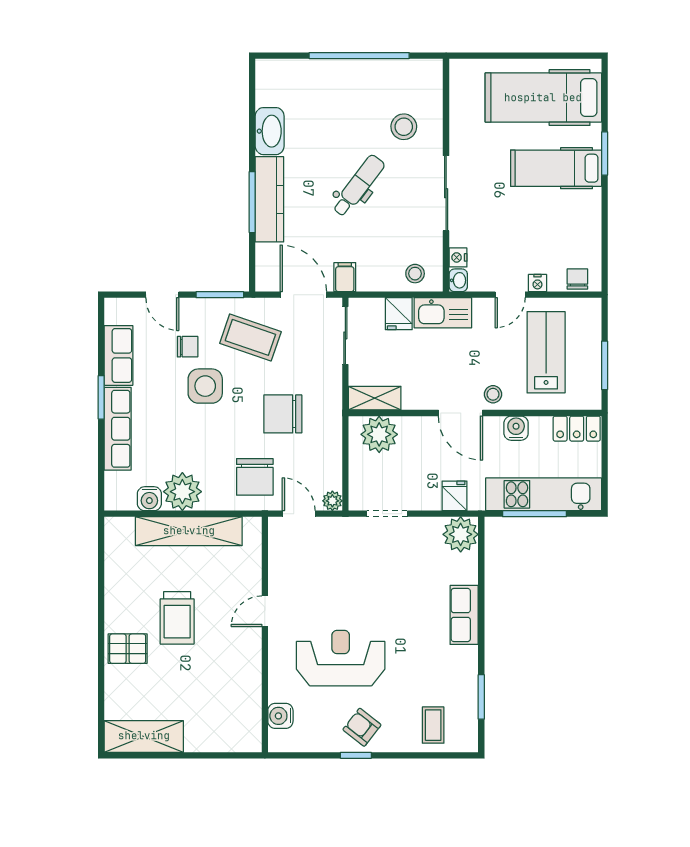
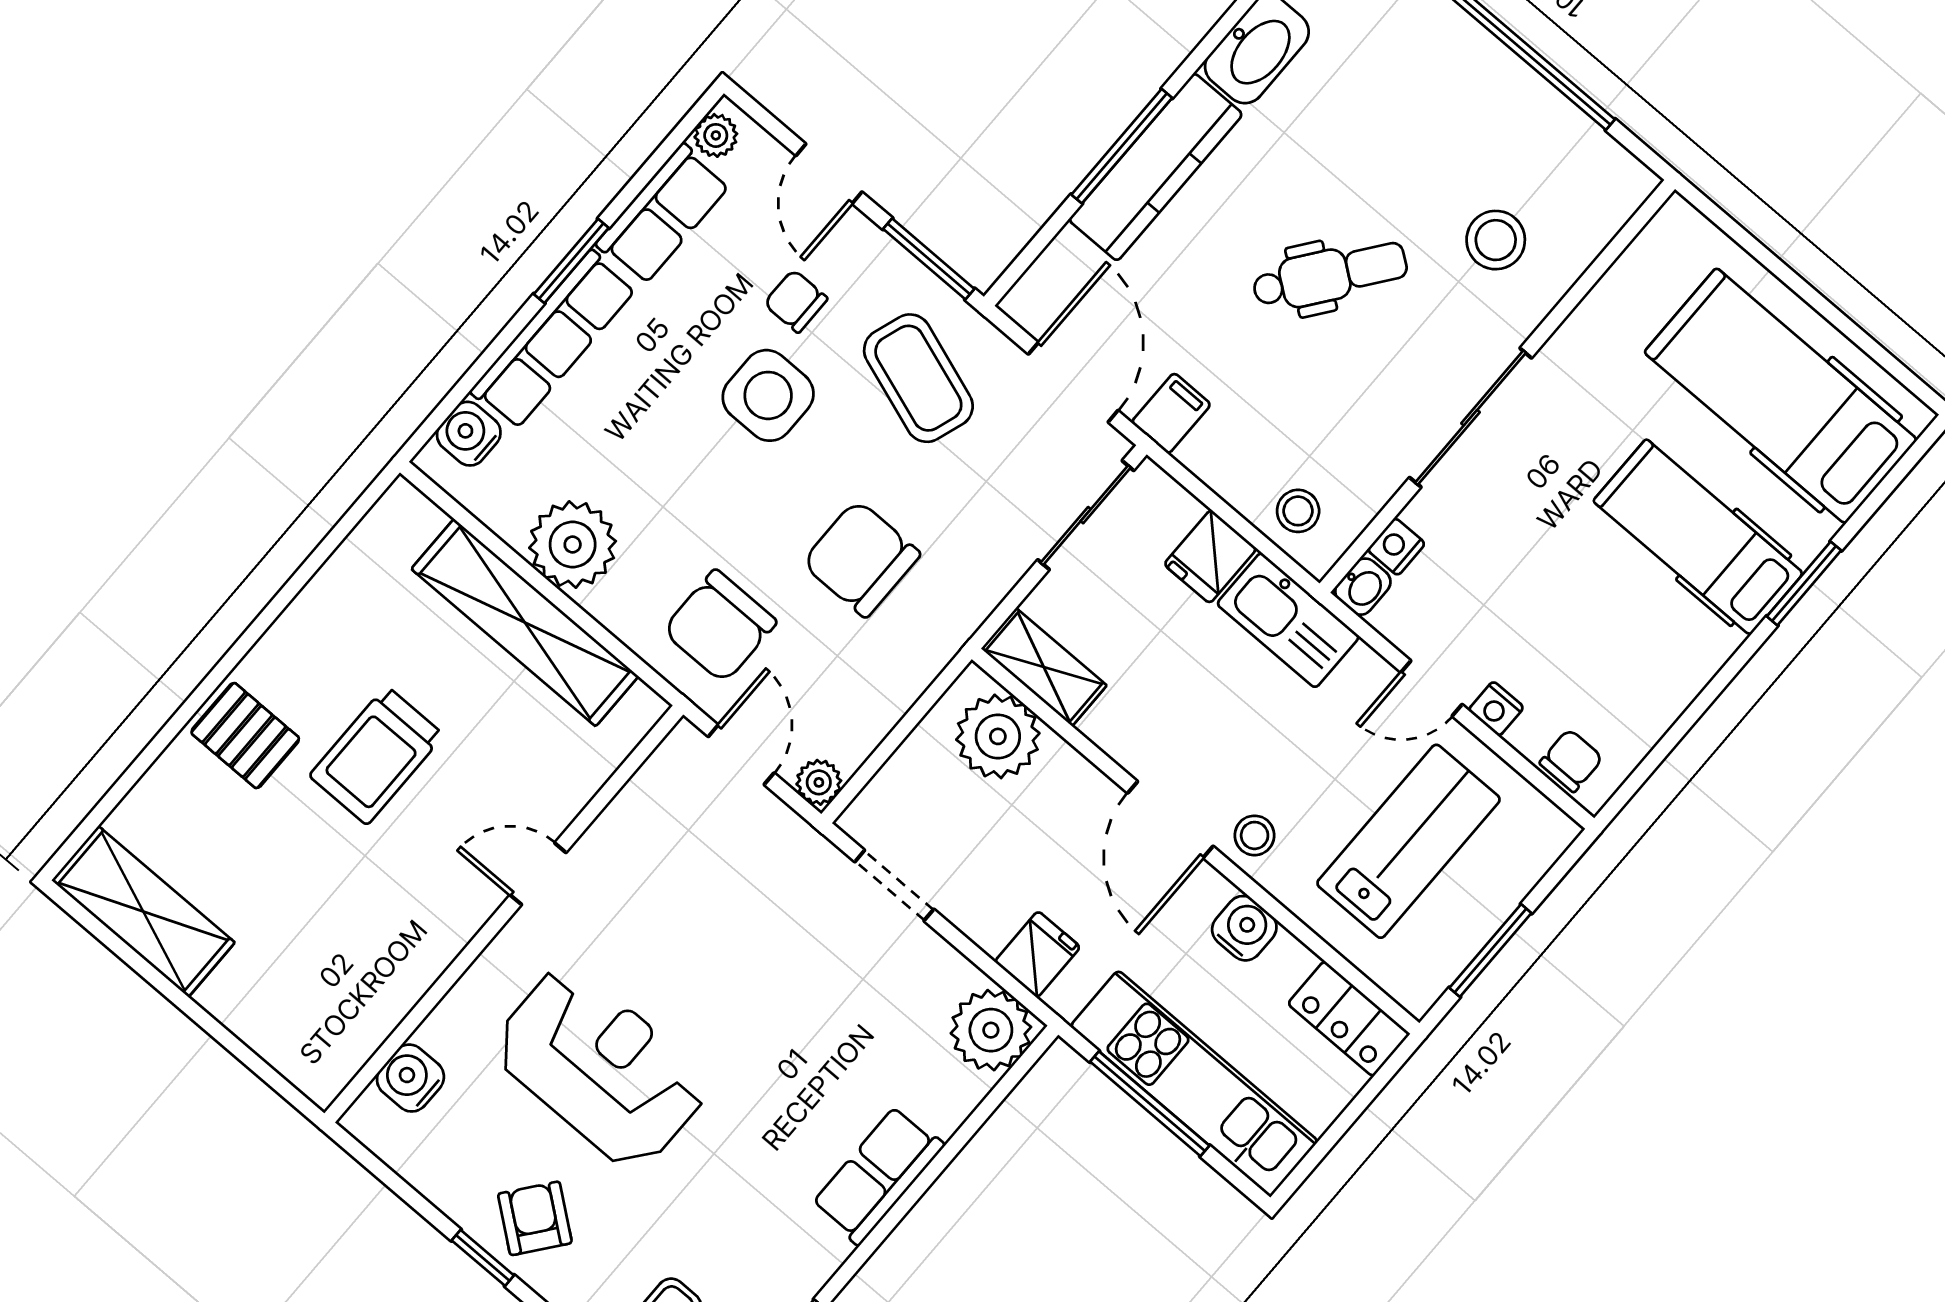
plant: (114, 314) -> (716, 135), added
chair: (188, 347) -> (796, 301), turned 180
water cooler: (149, 499) -> (469, 434), moved, turned 90

